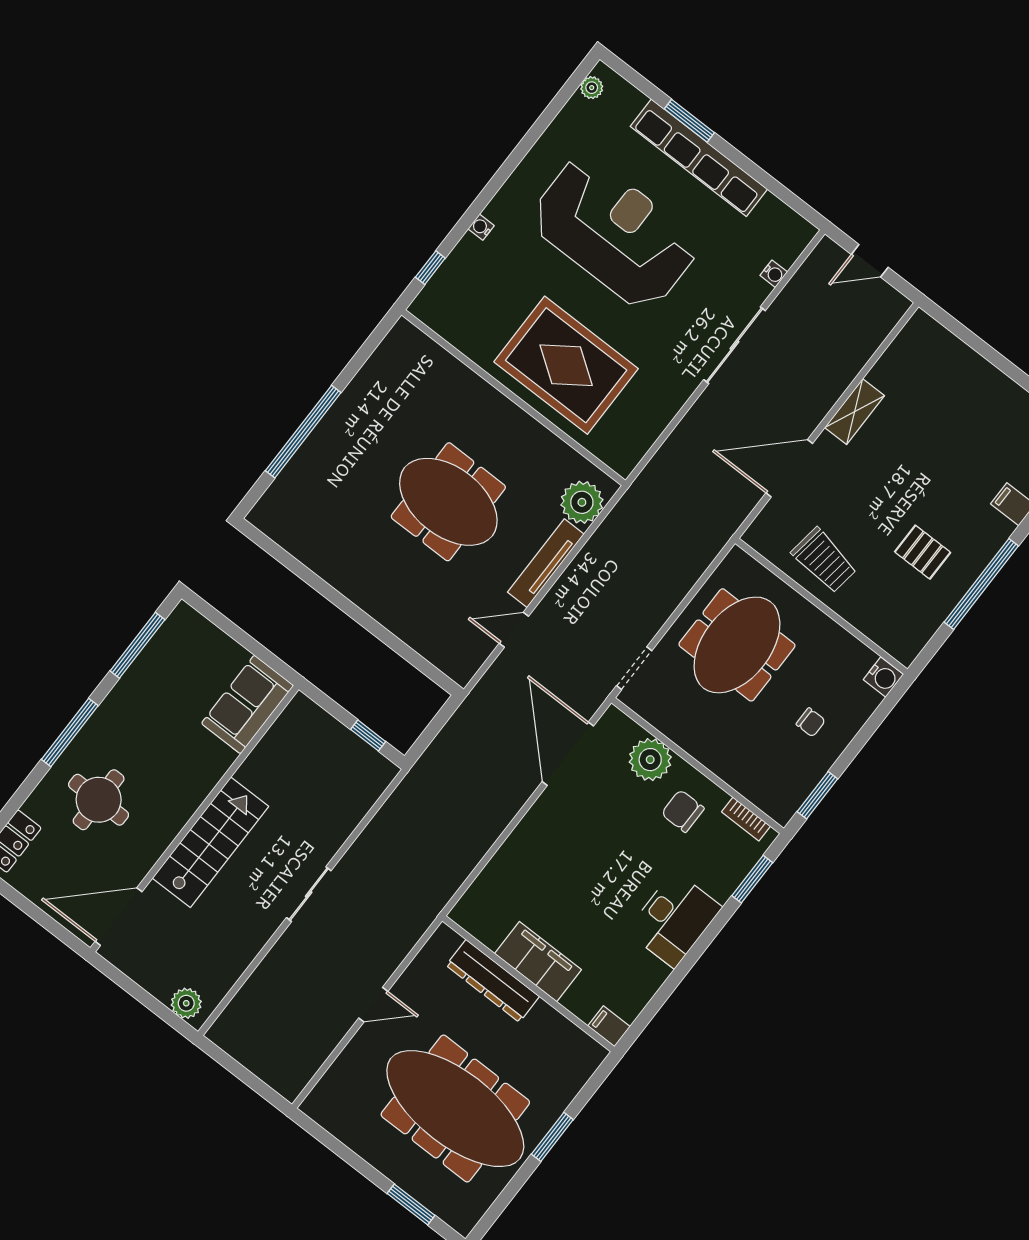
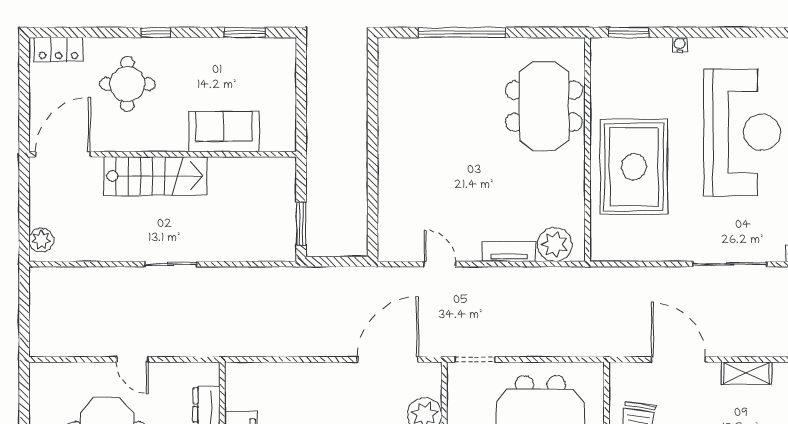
window: (430, 268) -> (629, 32), width x1.50
meeting table: (448, 502) -> (544, 106), moved
tv unit: (546, 563) -> (509, 251), width x0.71
window: (137, 645) -> (245, 32), width x0.69
sofa: (247, 704) -> (224, 132), moved
window: (70, 732) -> (156, 32), width x0.46
window: (368, 735) -> (301, 224), width x1.50
door: (119, 917) -> (63, 154), hinge flipped

